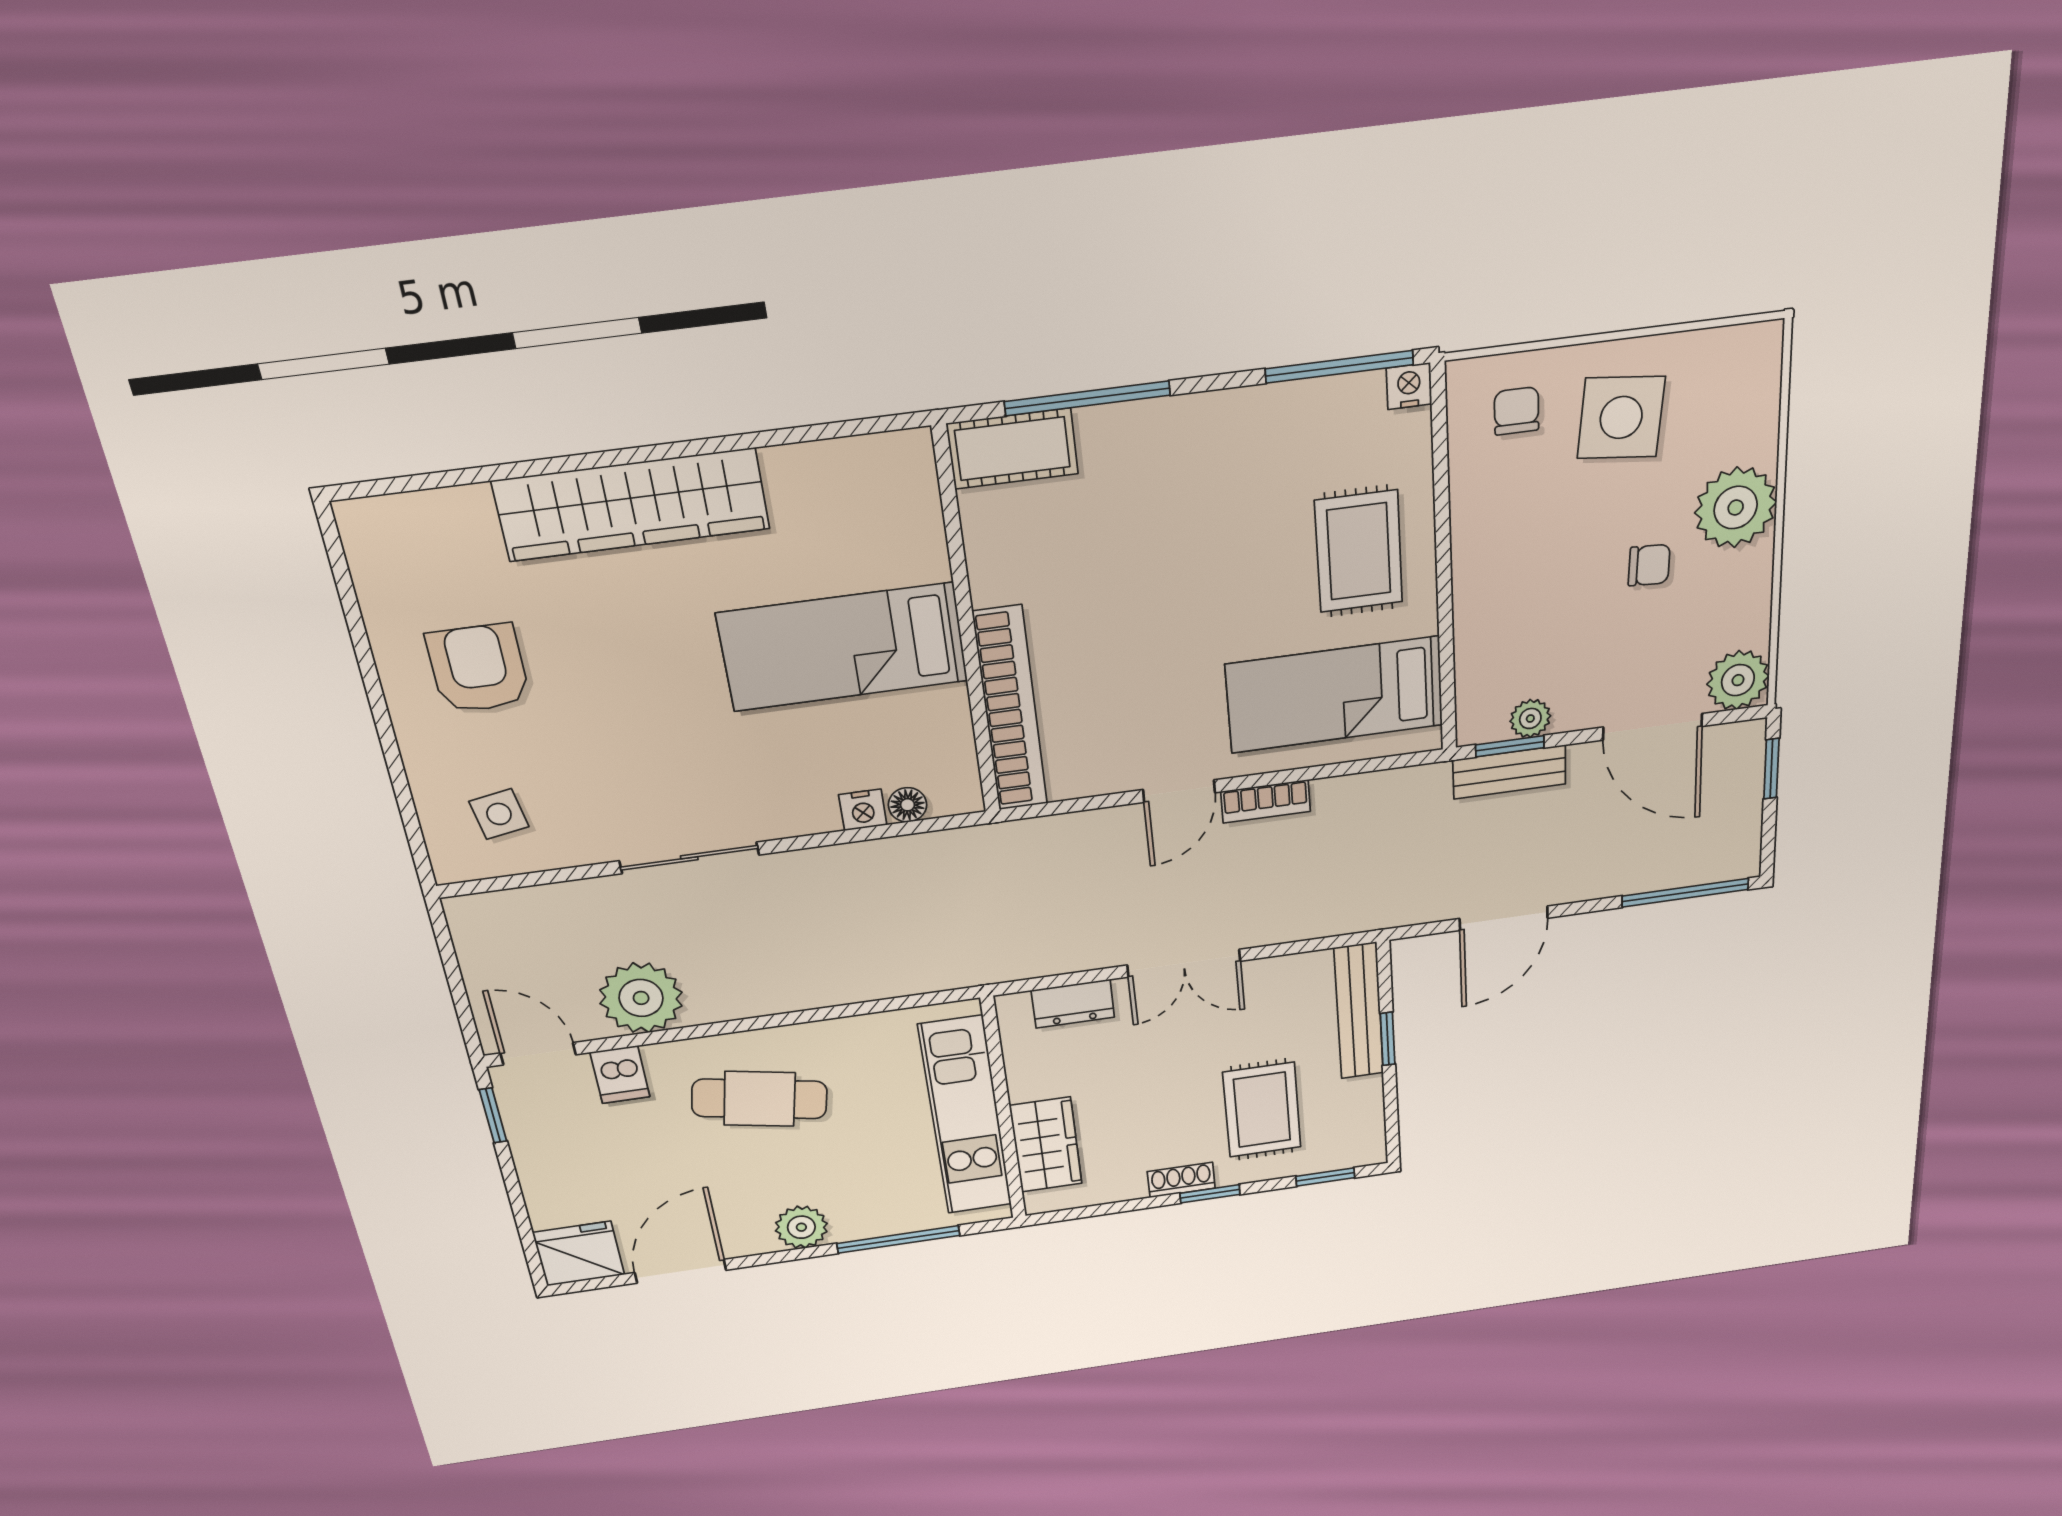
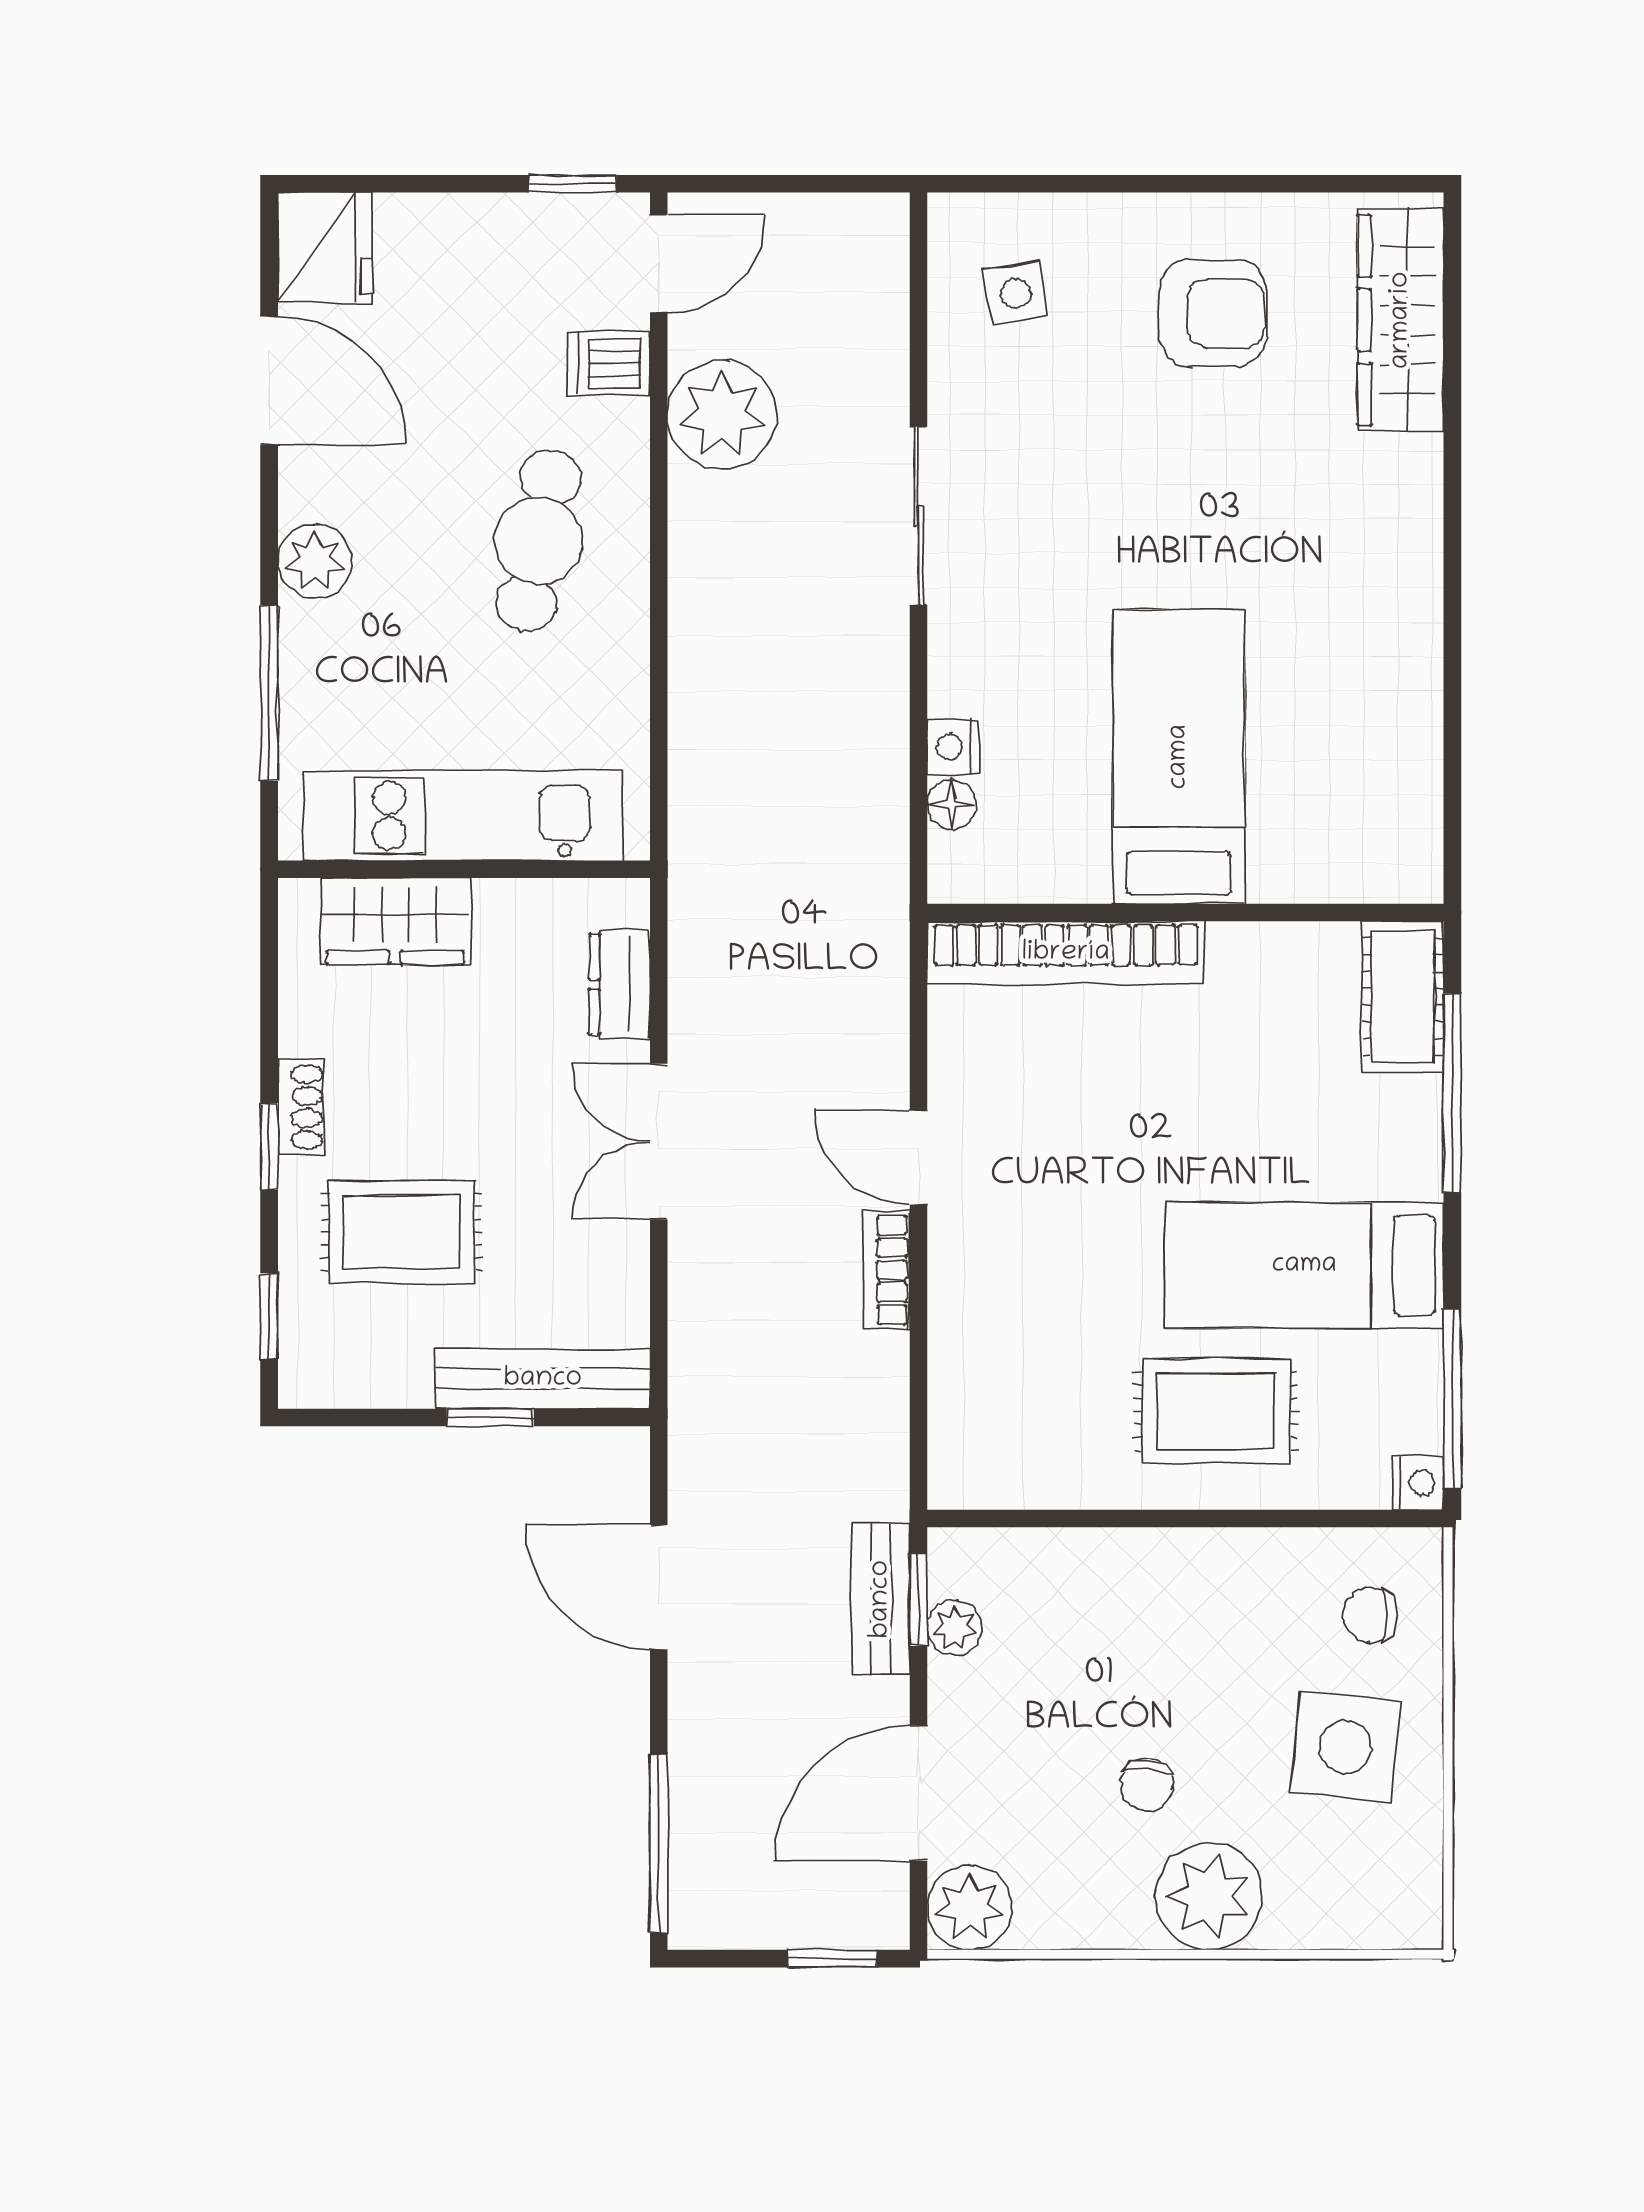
chair: (1517, 411) -> (1370, 1615), turned 180
wardrobe: (632, 505) -> (1401, 320), moved, width x0.71, depth x0.85
bed: (1335, 695) -> (1304, 1265), moved, turned -90

